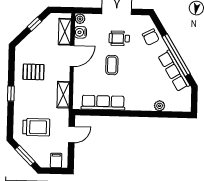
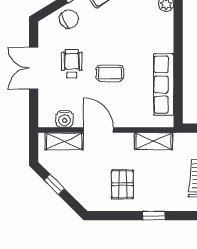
plant: (80, 19) -> (45, 120), removed
wheelchair: (119, 38) -> (72, 64), turned 180

